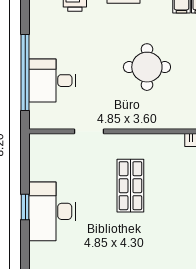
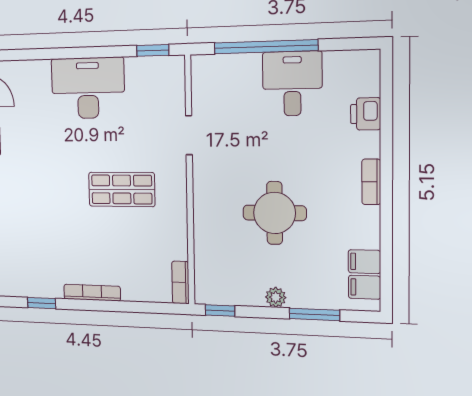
desk: (52, 81) -> (292, 84), moved
window: (25, 207) -> (153, 50), moved

